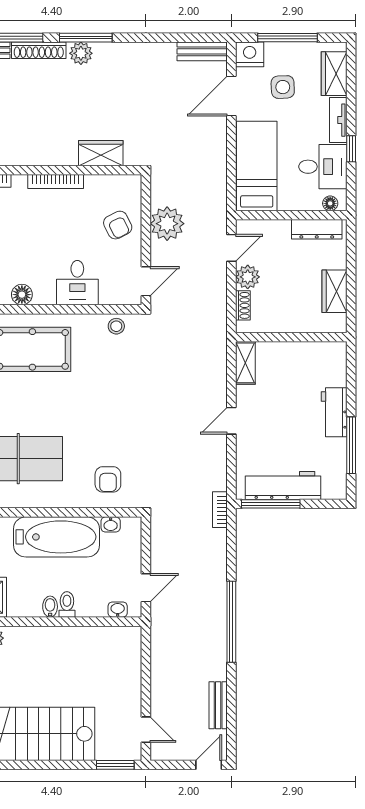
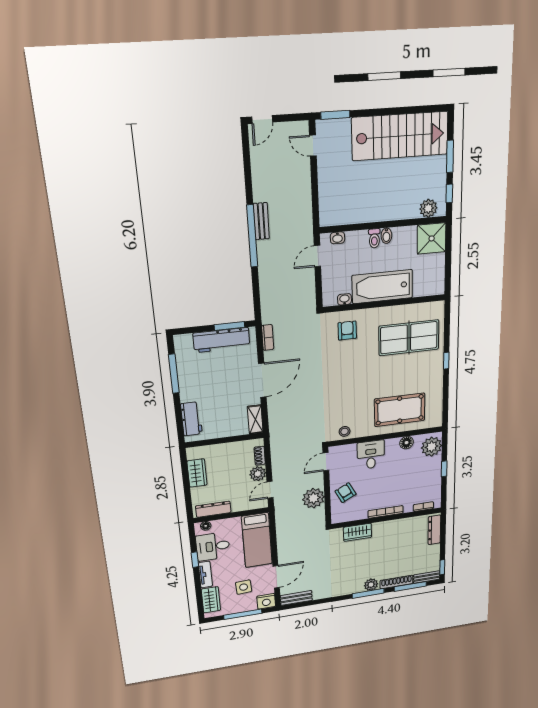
workbench: (334, 412) -> (191, 419), moved
door: (231, 421) -> (262, 380), width x1.88
window: (271, 504) -> (229, 326), width x0.69
bookcase: (220, 510) -> (268, 337), moved
bench: (218, 705) -> (261, 221), moved

